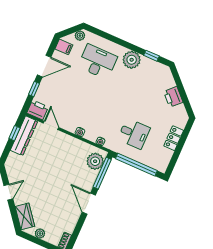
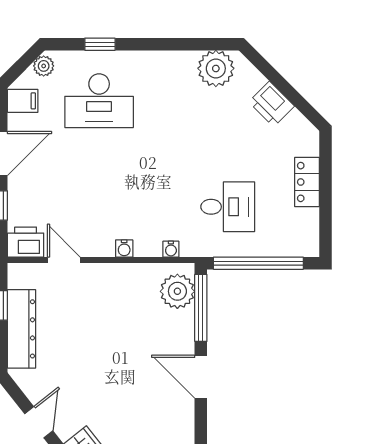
window: (151, 56) -> (100, 44), moved
plant: (132, 60) -> (216, 68), moved
desk: (98, 62) -> (99, 101), turned 180
dresser: (24, 136) -> (21, 329), moved

